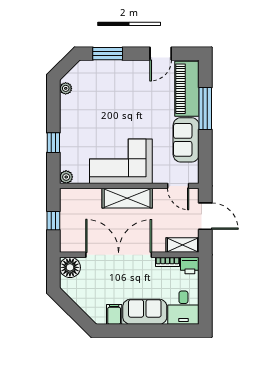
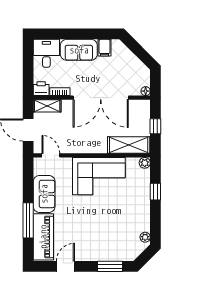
shelving: (127, 198) -> (129, 145), moved
floor lamp: (70, 267) -> (146, 91), width x0.53, depth x0.53

